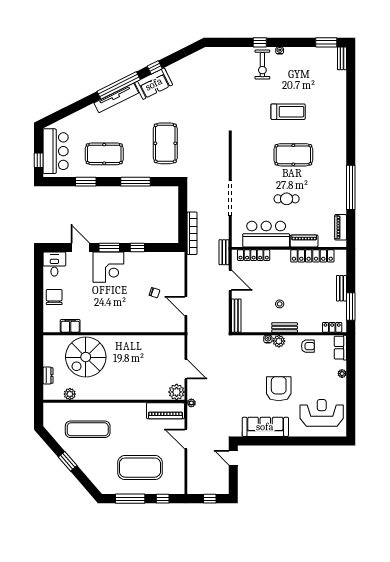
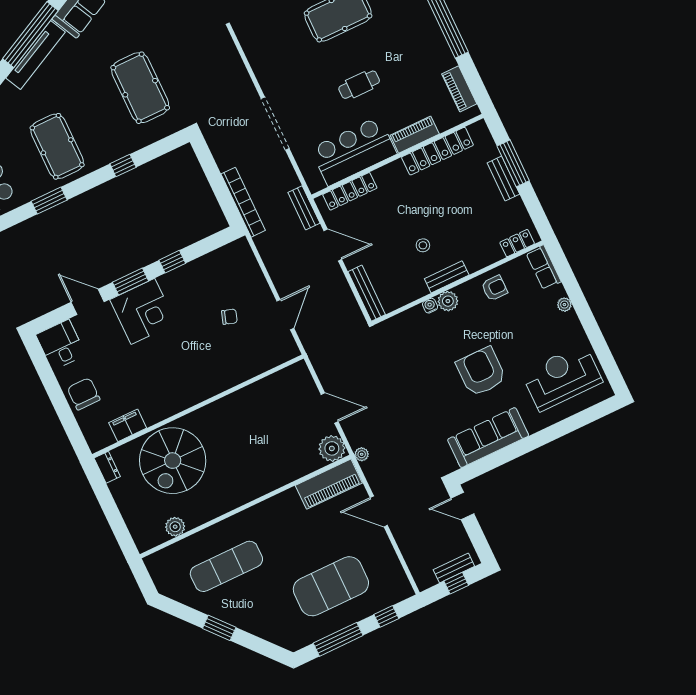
pool table: (104, 154) -> (57, 146), turned 90
window: (135, 182) -> (123, 166), width x0.46
door: (186, 306) -> (285, 315), swing flipped
window: (351, 307) -> (513, 163), moved
dresser: (48, 376) -> (107, 467), moved
bench: (212, 490) -> (454, 568), added

